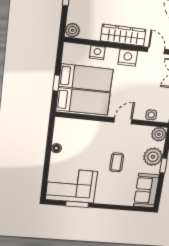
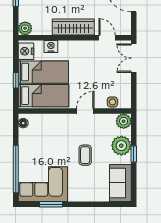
nightstand: (128, 58) -> (26, 51), moved, turned -90
floor lamp: (56, 148) -> (23, 123), moved
window: (46, 169) -> (16, 169), added

